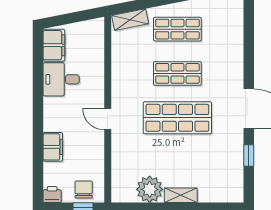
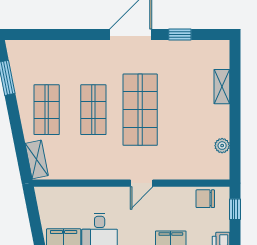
chair: (84, 189) -> (205, 199), moved
plant: (150, 189) -> (222, 146), width x0.53, depth x0.53
shelving: (181, 195) -> (222, 87), moved

